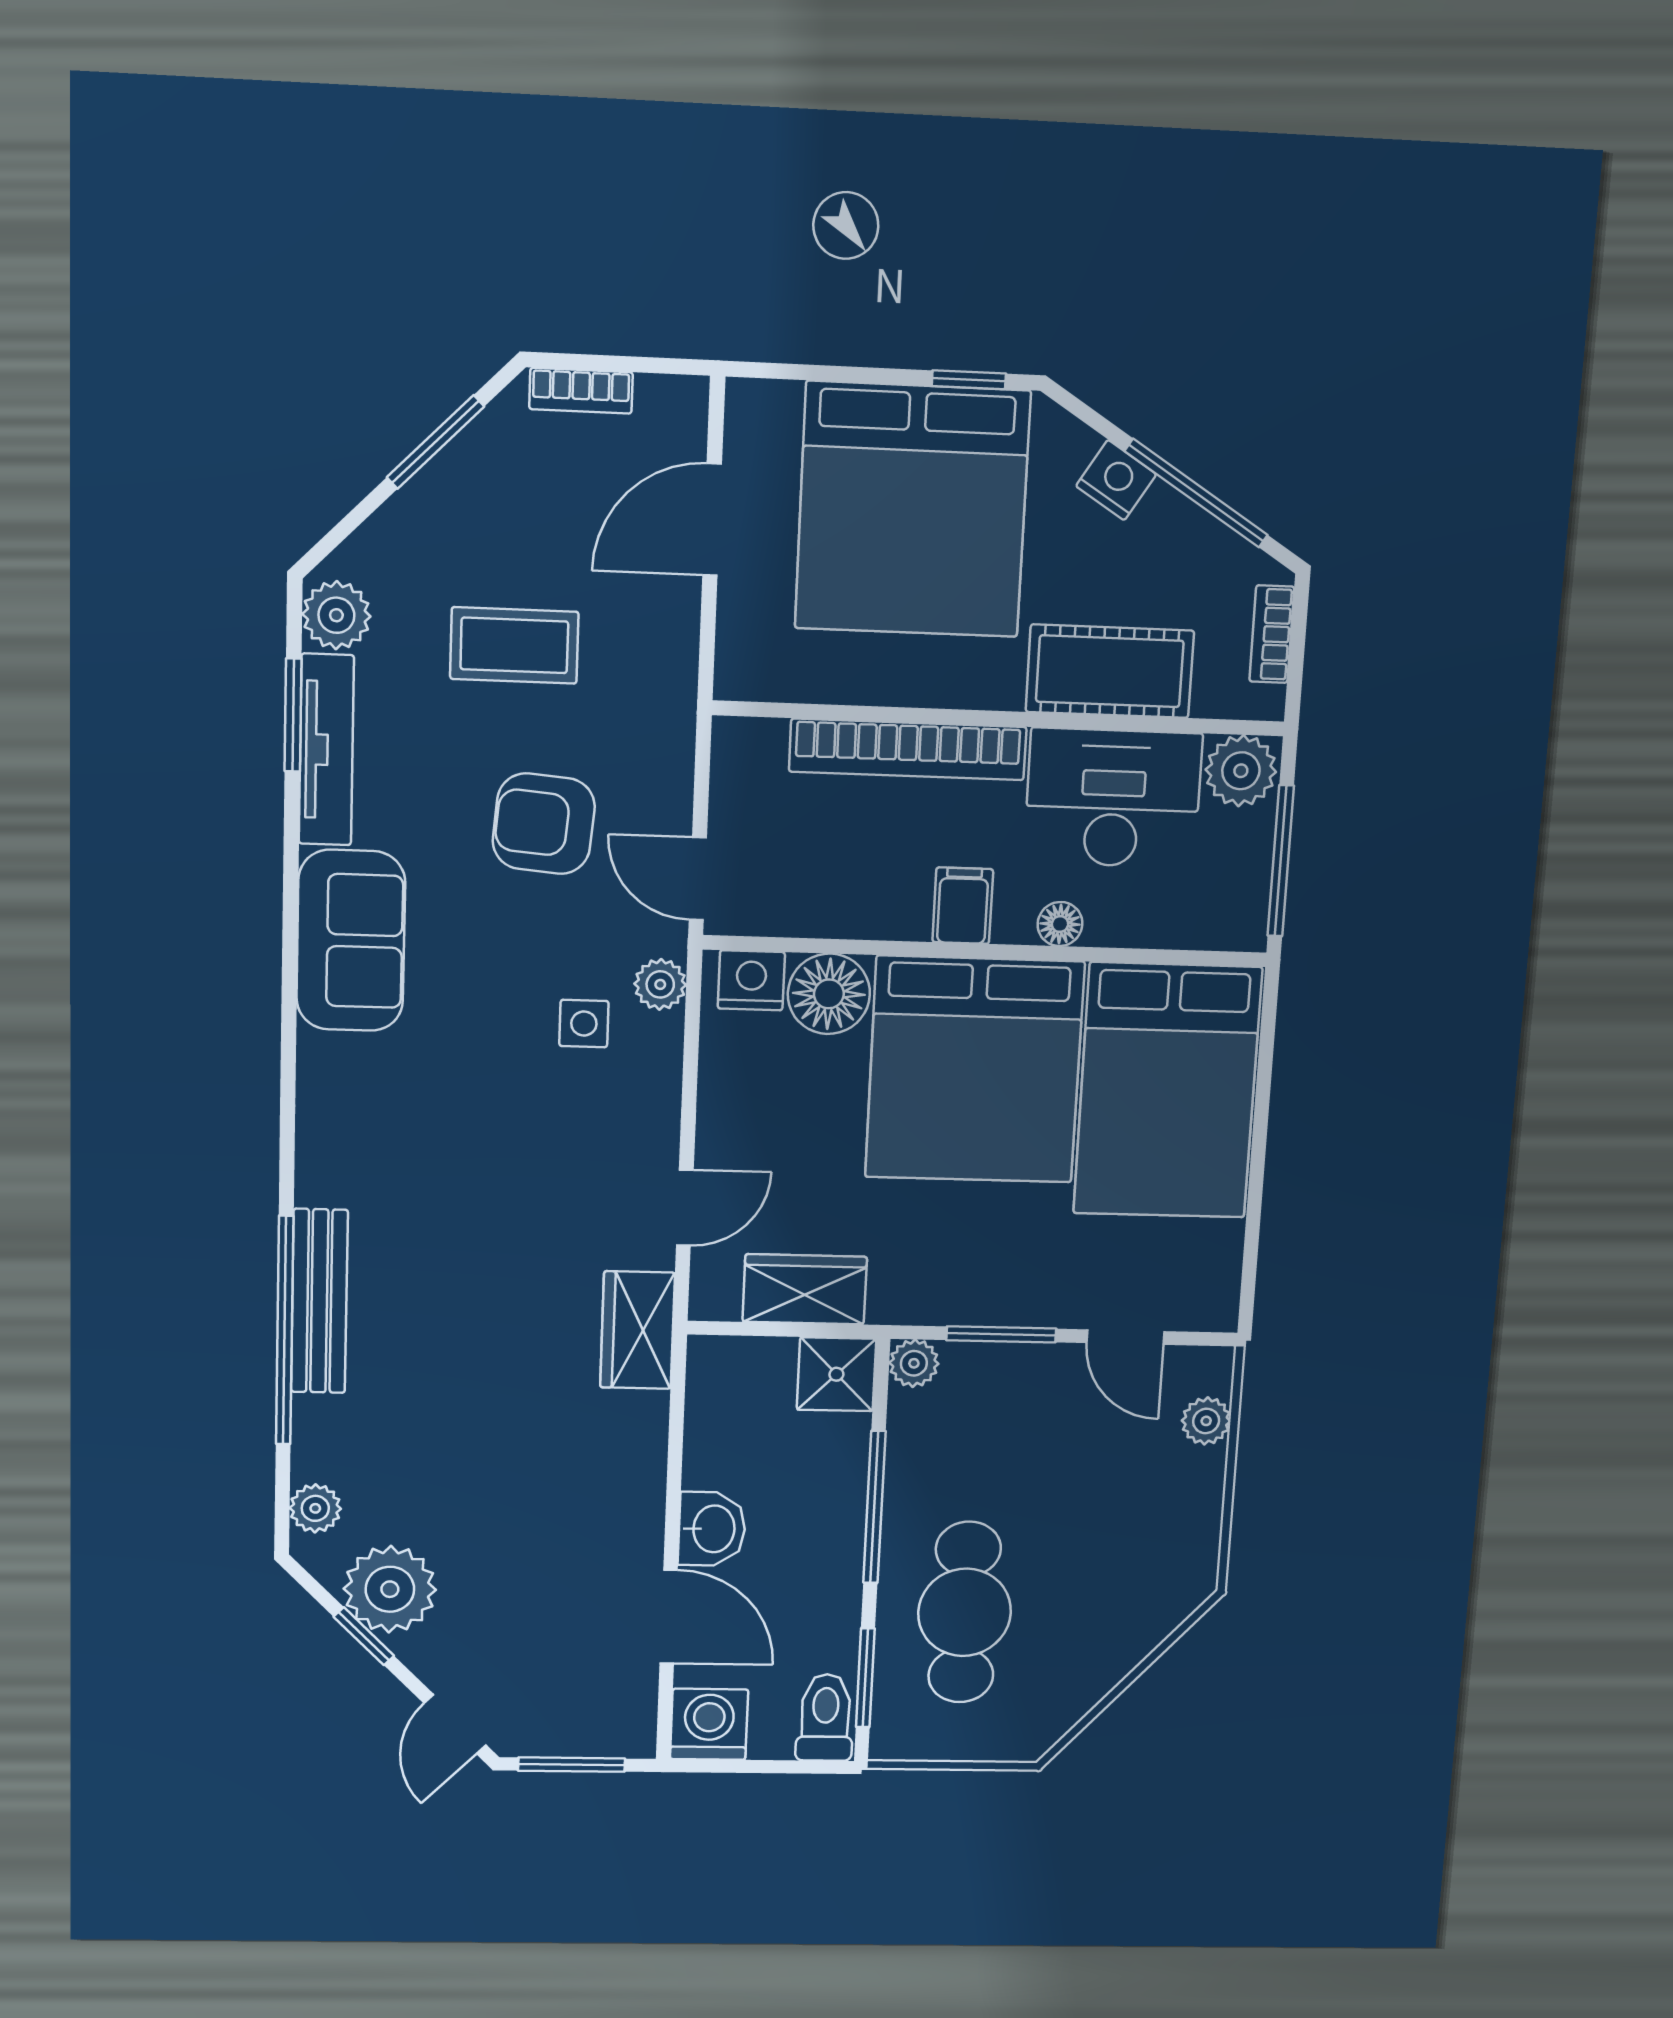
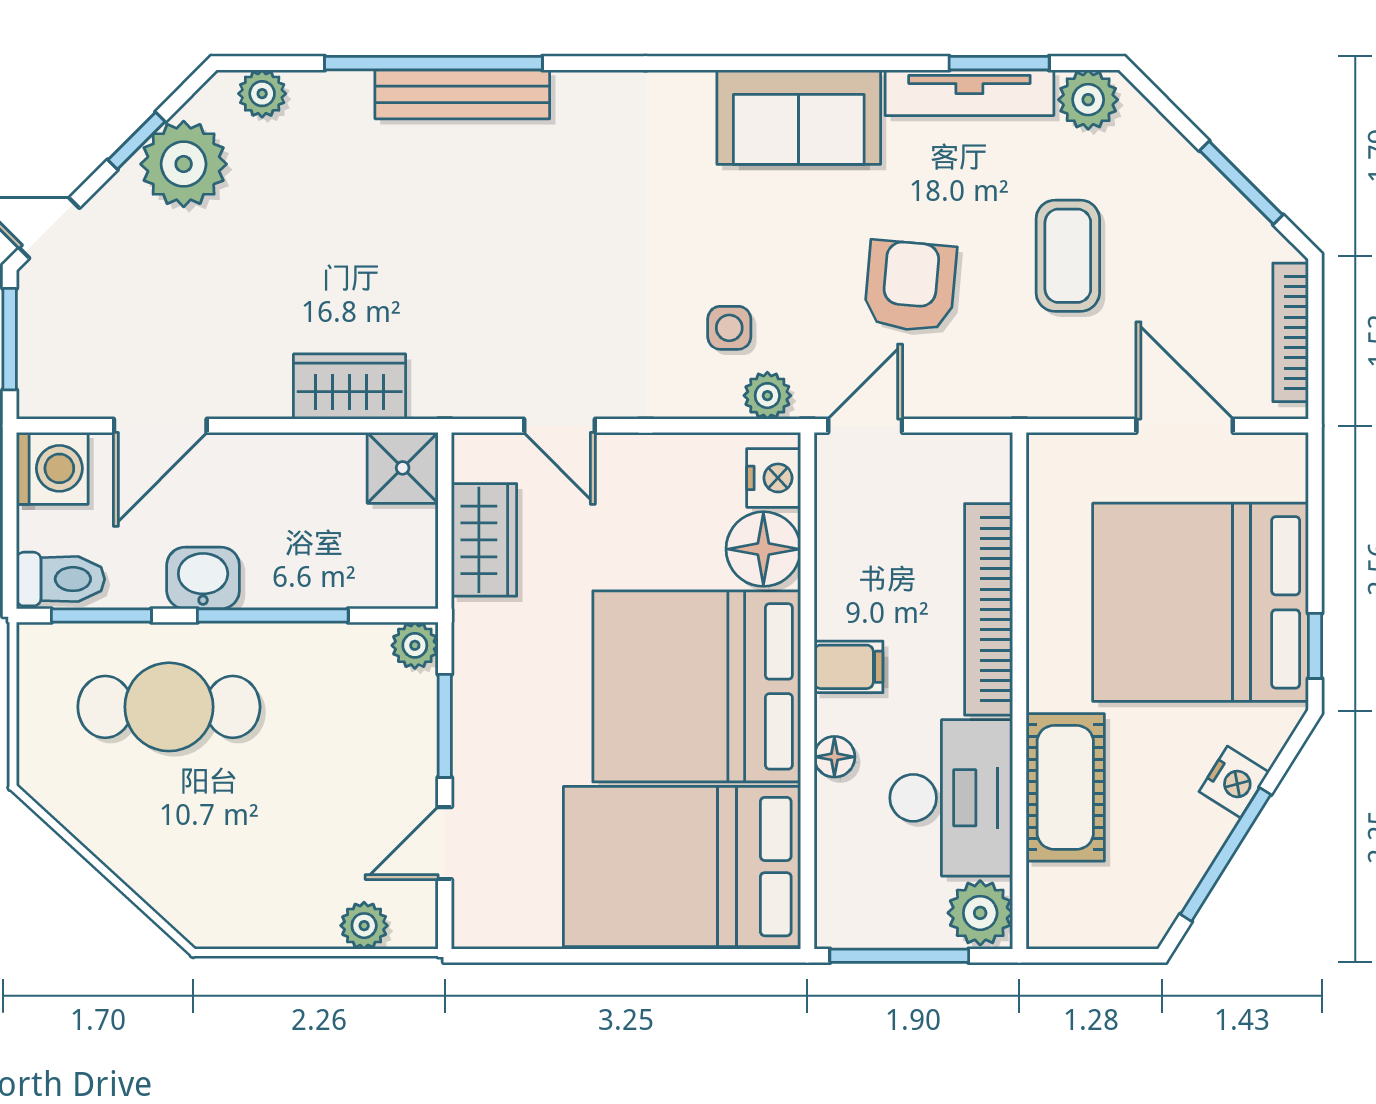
bookcase: (581, 391) -> (1291, 332), width x1.56
bookcase: (1272, 634) -> (1104, 932), removed
wardrobe: (637, 1330) -> (350, 387), moved
shower: (836, 1374) -> (403, 468), moved
washbasin: (712, 1529) -> (203, 578), moved, turned 180

